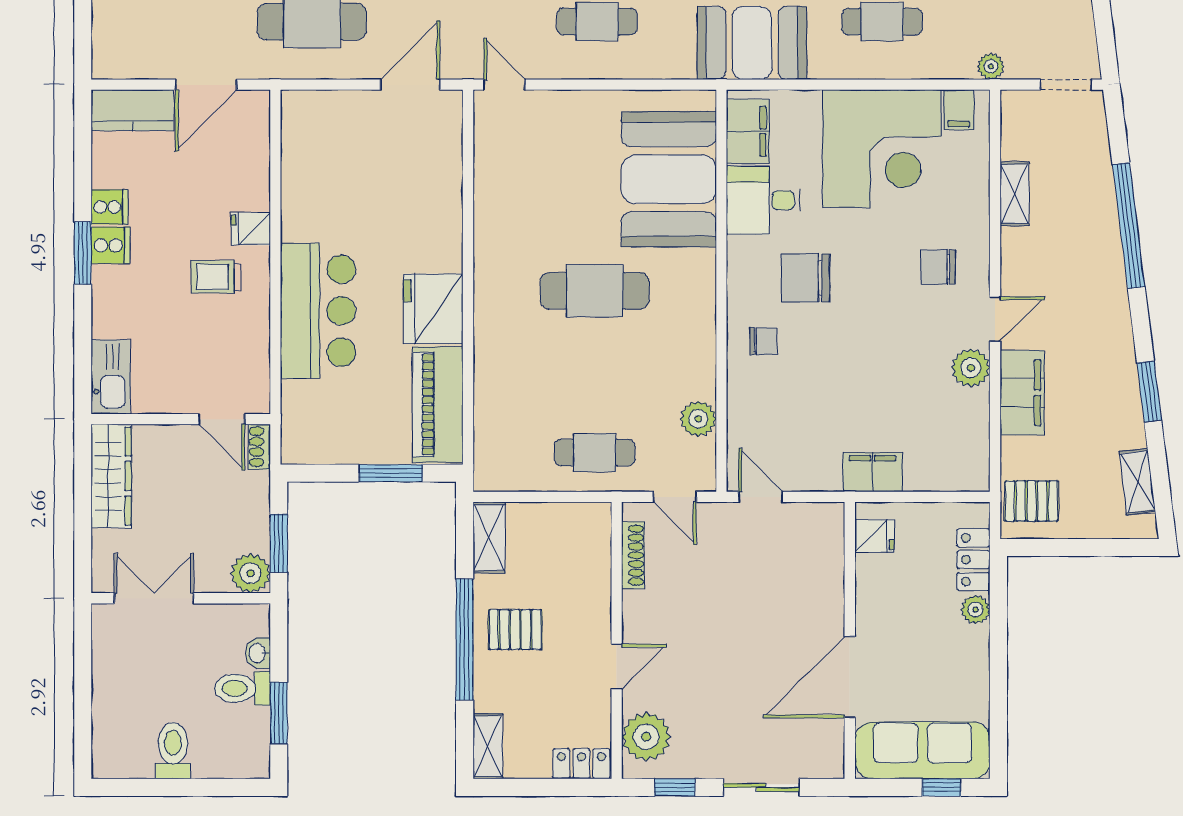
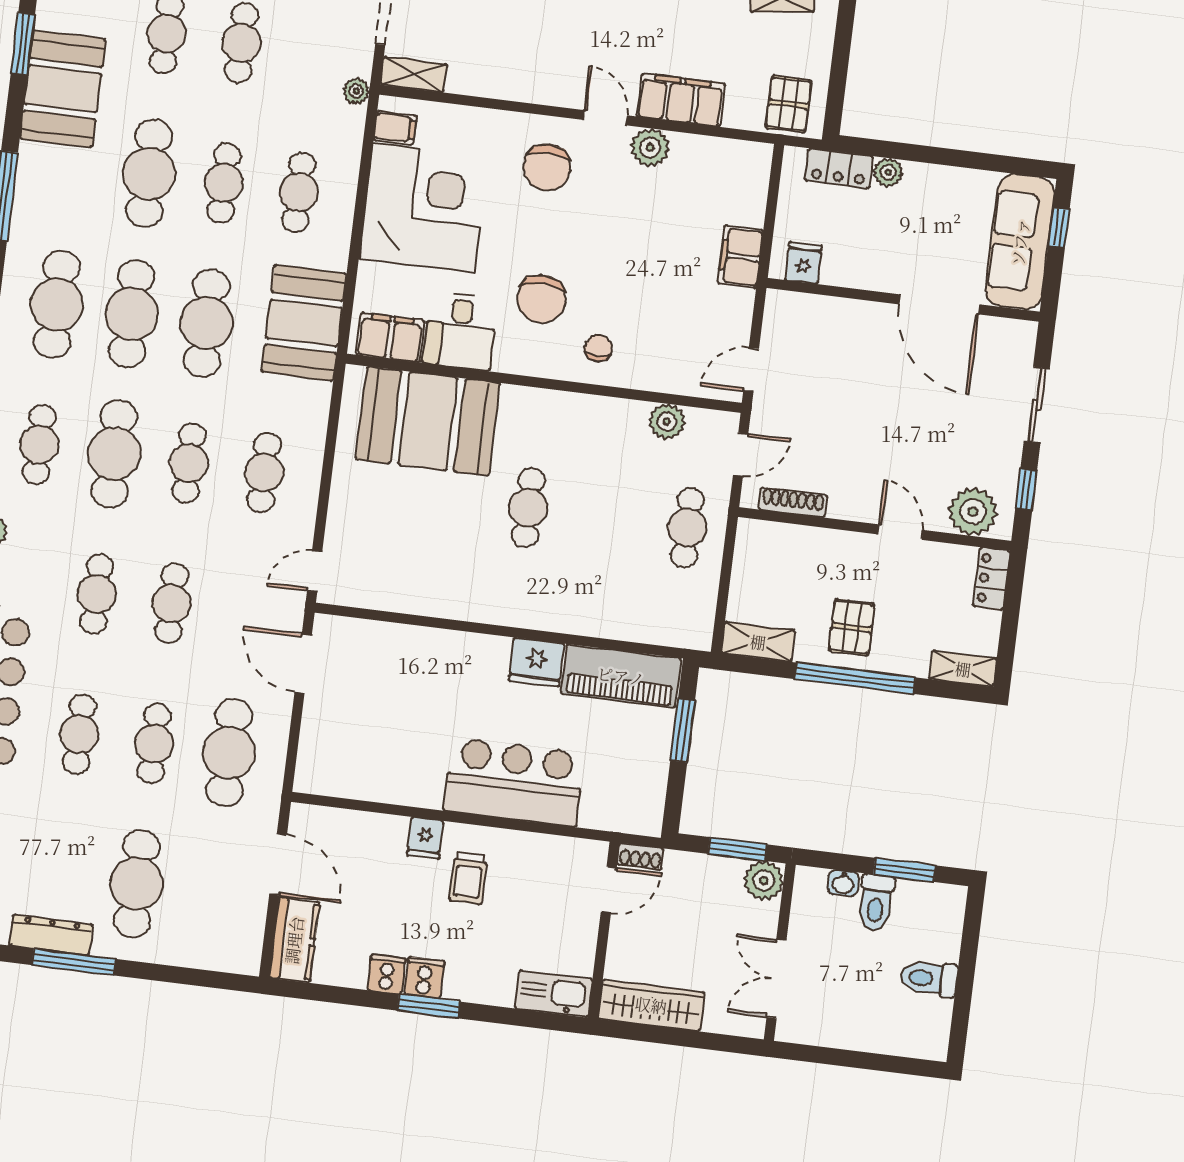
shelving: (1014, 194) -> (414, 74), moved
chair: (938, 267) -> (547, 167), width x1.37, depth x1.37
cafe table: (595, 291) -> (528, 508), width x0.73, depth x0.74
fridge: (433, 309) -> (536, 662), width x0.73, depth x0.75

